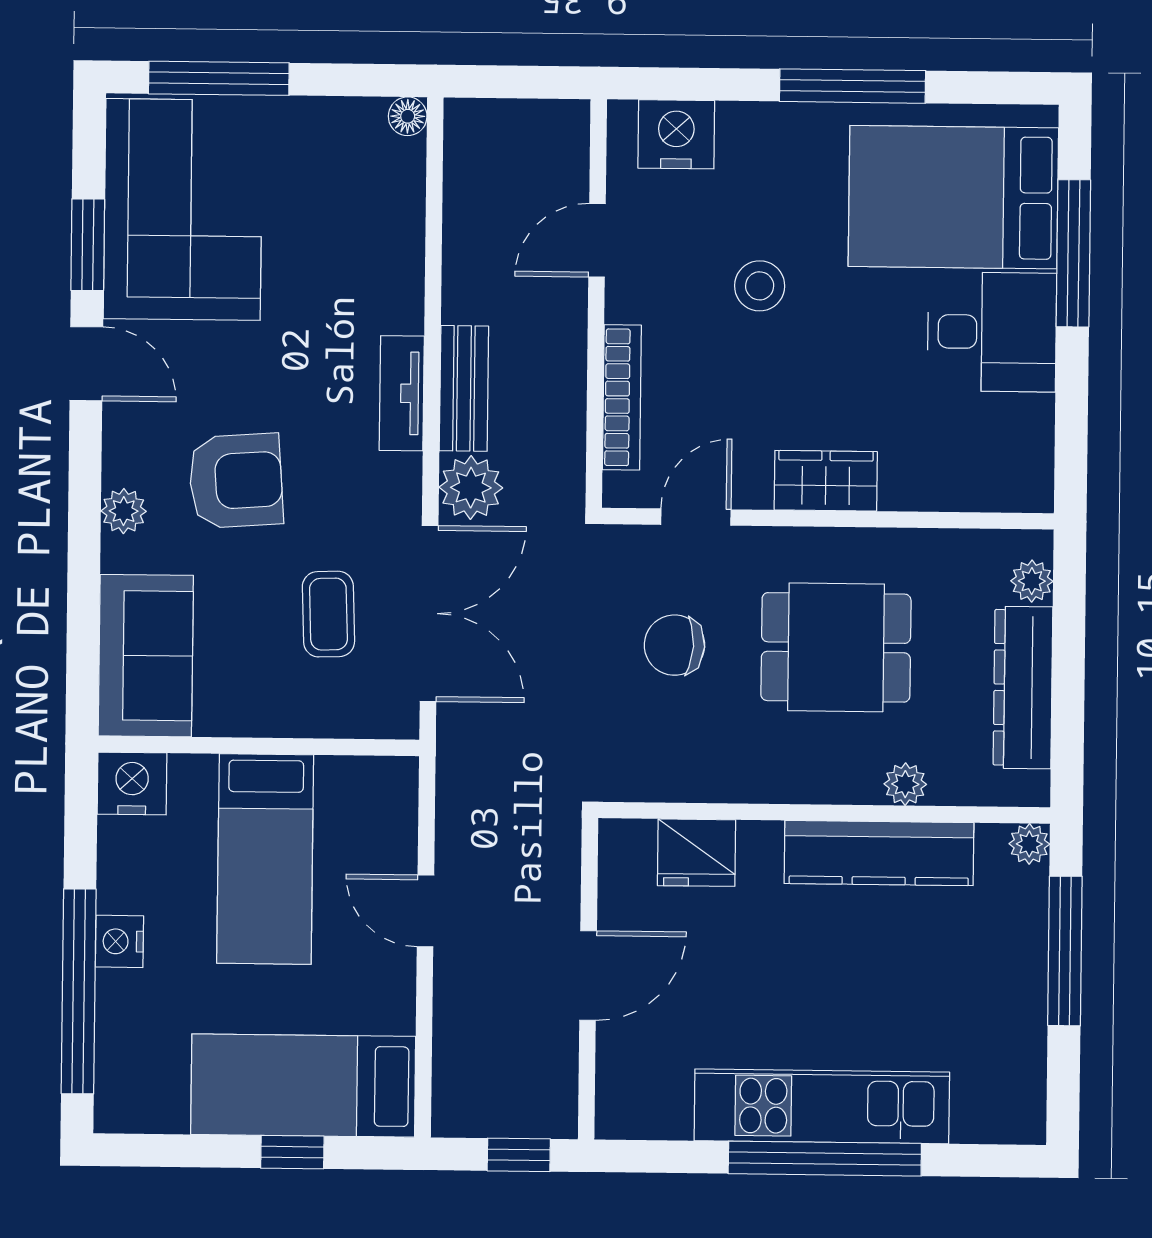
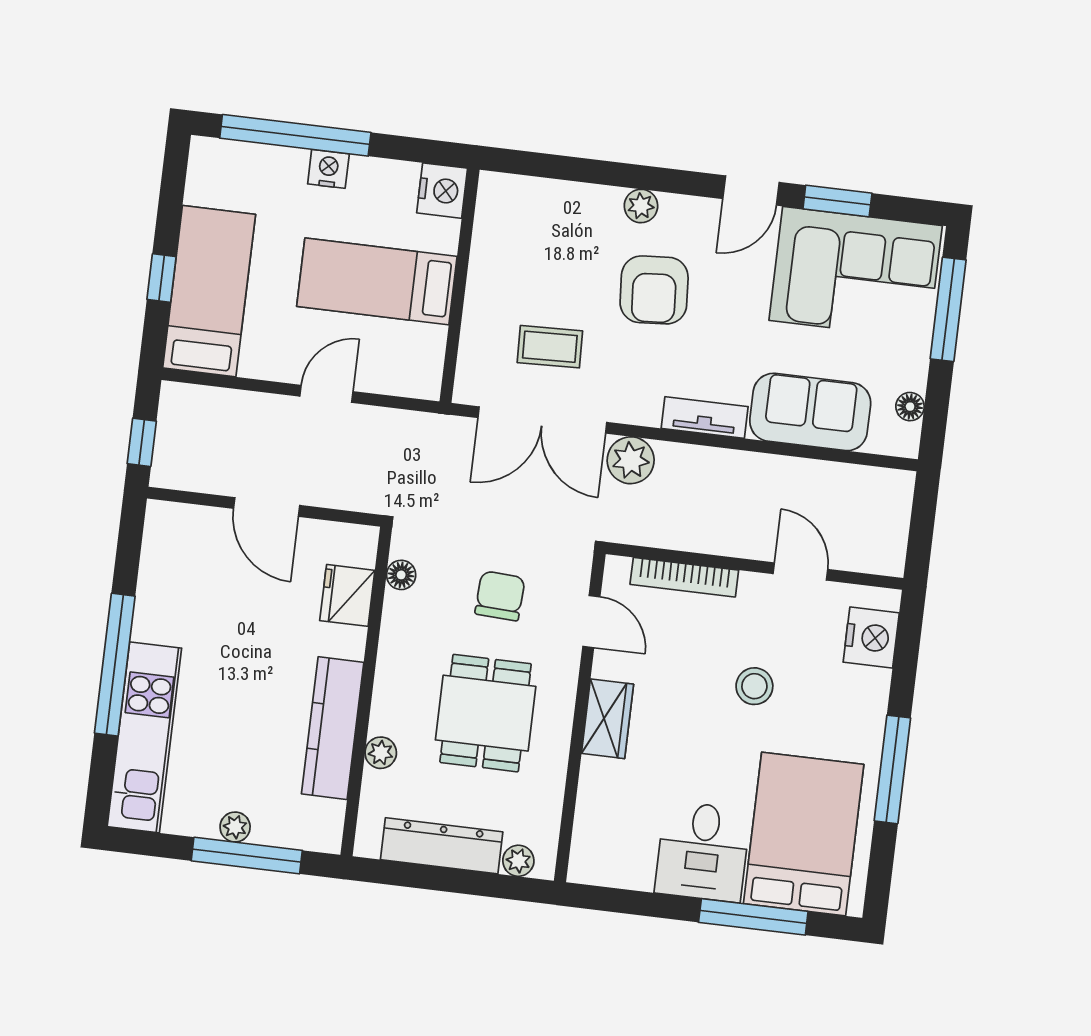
floor lamp: (408, 116) -> (910, 407), moved
bench: (464, 388) -> (703, 463), removed
sofa: (146, 656) -> (810, 412), moved, turned 180
floor lamp: (661, 783) -> (401, 575), added
plant: (1029, 844) -> (235, 827), moved
kitchen unit: (822, 1106) -> (144, 737), moved

